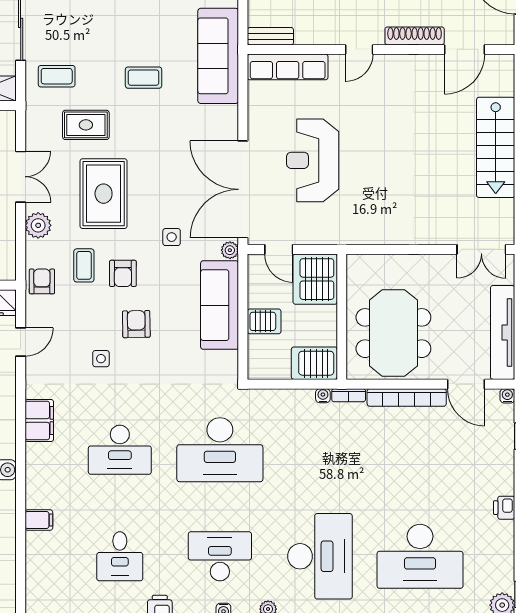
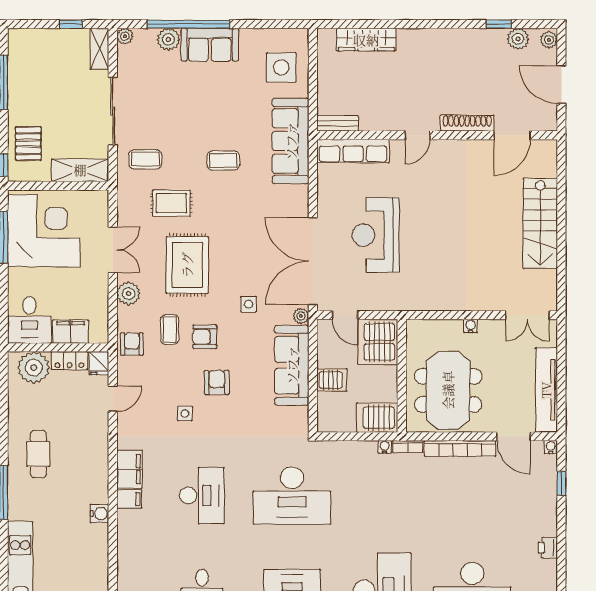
water cooler: (418, 261) -> (471, 326), added
armchair: (123, 273) -> (205, 337), turned 90
desk: (120, 450) -> (202, 496), turned -90
filing cabinet: (39, 520) -> (129, 499), moved

